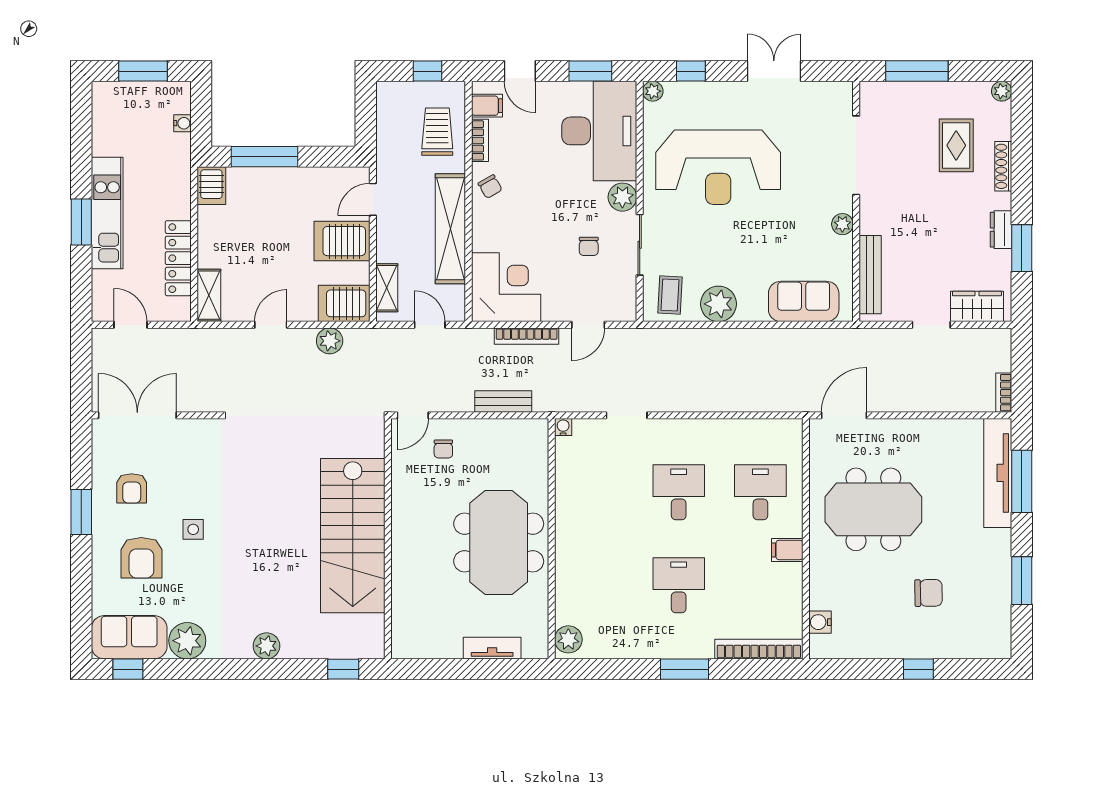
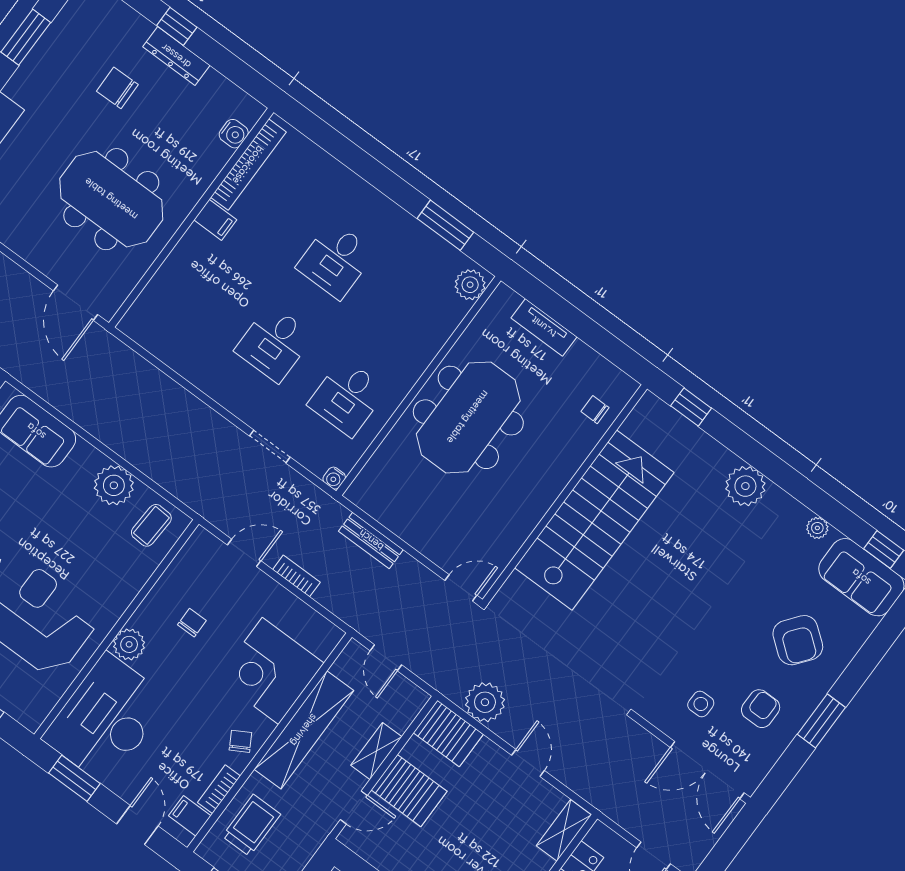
plant: (653, 91) -> (32, 719), removed
trolley: (437, 132) -> (251, 825), turned 180
sliding door: (640, 245) -> (145, 590), removed
corner desk: (506, 287) -> (270, 671), moved
shelving: (387, 288) -> (376, 751), moved
door: (271, 325) -> (528, 763), swing flipped
bookcase: (527, 336) -> (296, 576), width x0.64
plant: (330, 341) -> (485, 702), width x1.36, depth x1.36
door: (844, 415) -> (75, 303), hinge flipped
chair: (443, 449) -> (595, 410), moved, turned -90
desk: (760, 492) -> (347, 397), moved
side table: (193, 529) -> (701, 704), moved
armchair: (141, 558) -> (798, 640), turned 128
plant: (187, 641) -> (817, 528), width x0.53, depth x0.53
plant: (266, 646) -> (745, 486), width x1.36, depth x1.36
dresser: (903, 648) -> (176, 56), added
bookcase: (759, 649) -> (248, 165), moved, turned -90
window: (685, 669) -> (445, 225), moved

